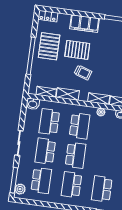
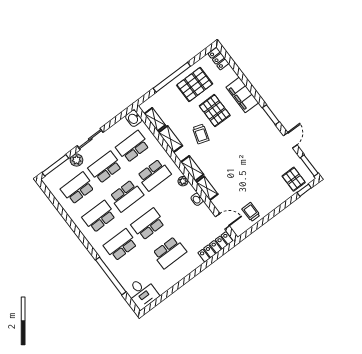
school desk: (106, 159) -> (148, 224), added
school desk: (41, 181) -> (78, 188), turned 180
plant: (20, 189) -> (77, 160), moved

